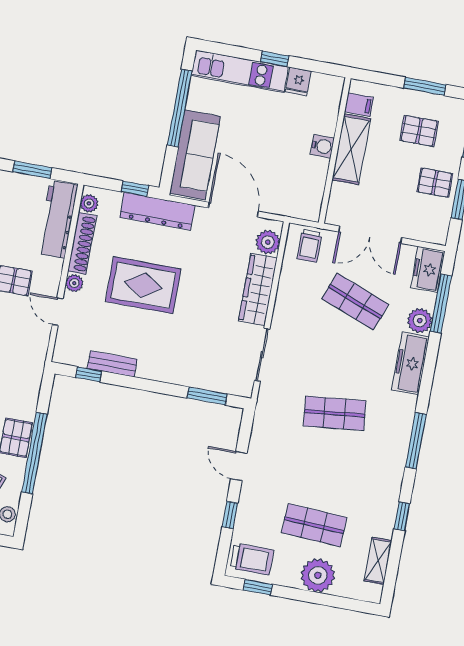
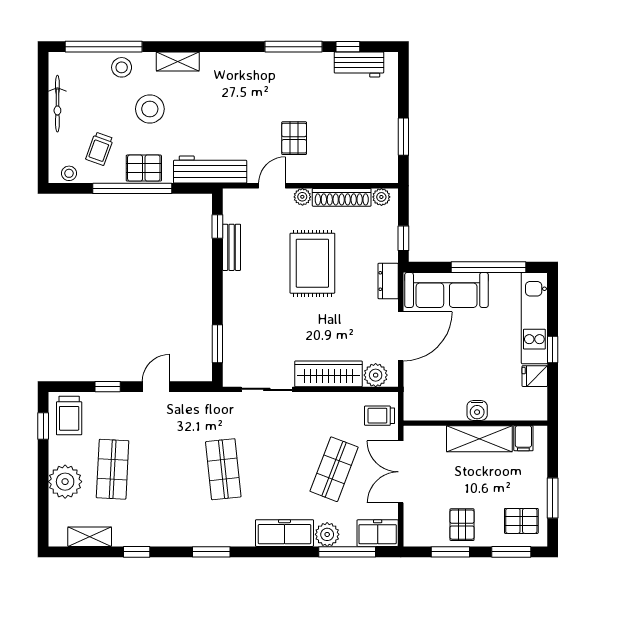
pallet: (419, 131) -> (521, 521), moved, turned 90
dresser: (157, 211) -> (388, 281), width x0.51, depth x0.80
workbench: (58, 219) -> (210, 170), moved
window: (416, 441) -> (211, 552), width x0.69

